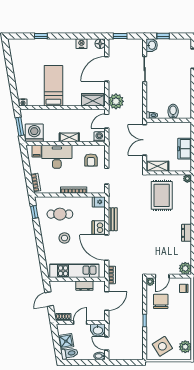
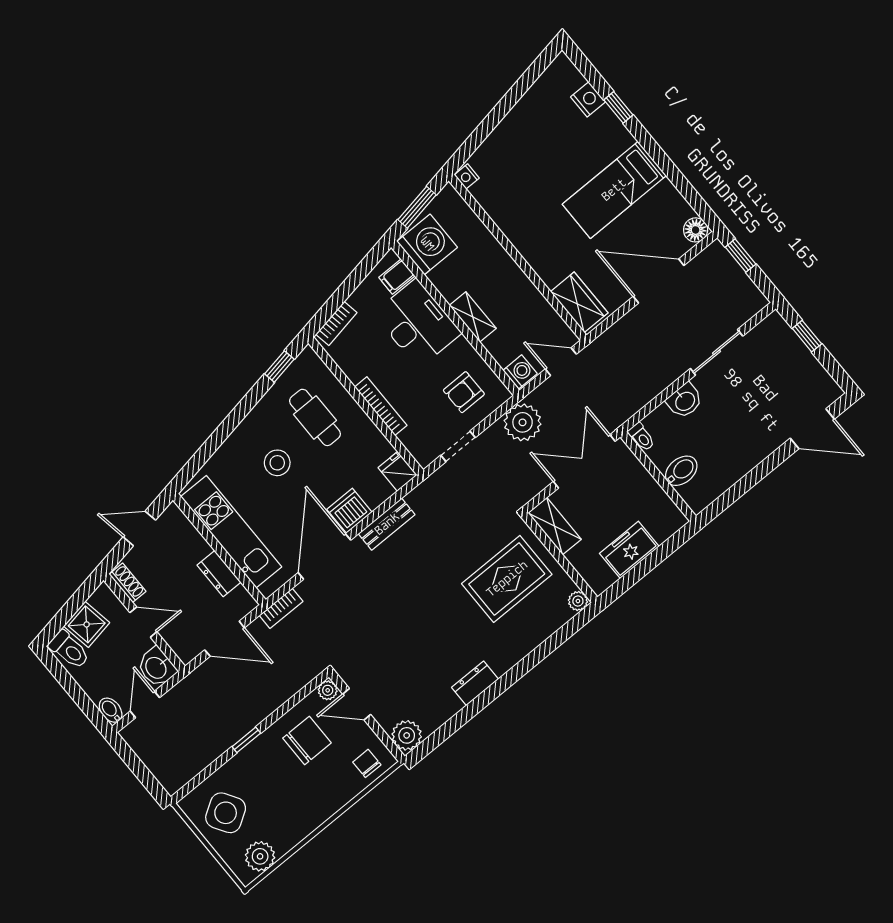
nightstand: (81, 44) -> (588, 99), moved
washbasin: (152, 45) -> (685, 401), moved
bed: (53, 86) -> (614, 190), moved, turned 180
plant: (116, 101) -> (523, 422), moved

